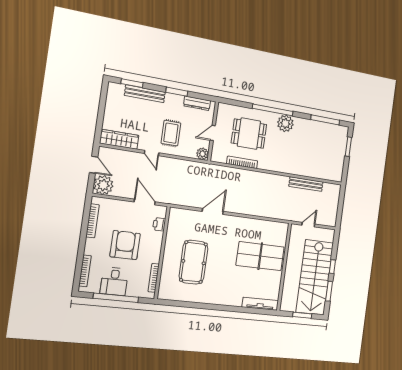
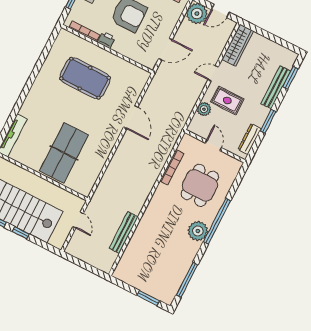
plant: (202, 154) -> (204, 109), moved
printer: (159, 224) -> (106, 40), moved

